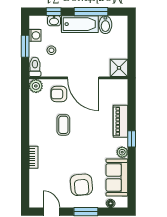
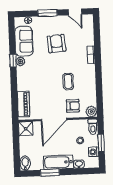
window: (54, 12) -> (80, 171), removed
window: (91, 12) -> (50, 173), width x0.69
bidet: (105, 25) -> (25, 163), moved
door: (83, 78) -> (54, 120), swing flipped
piano: (121, 121) -> (23, 104), moved
window: (132, 139) -> (13, 61), moved
armchair: (81, 185) -> (57, 44), moved

